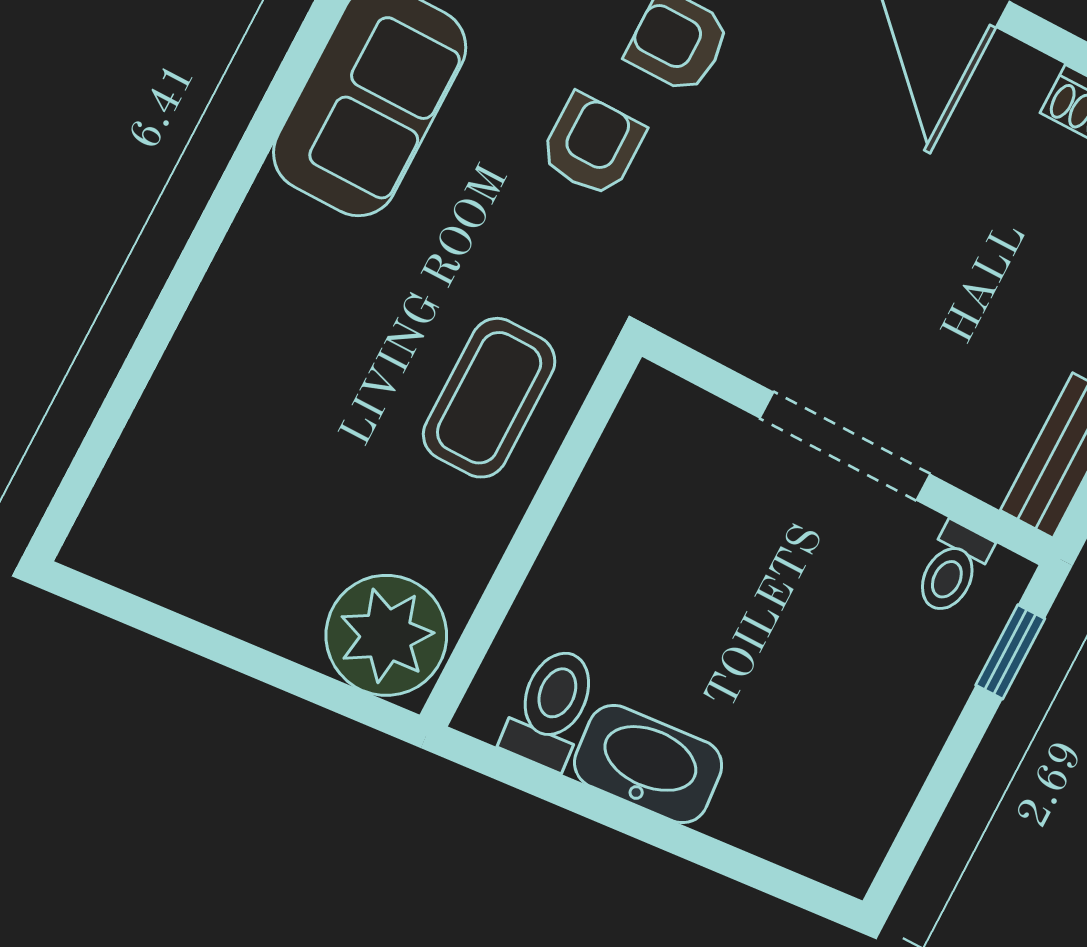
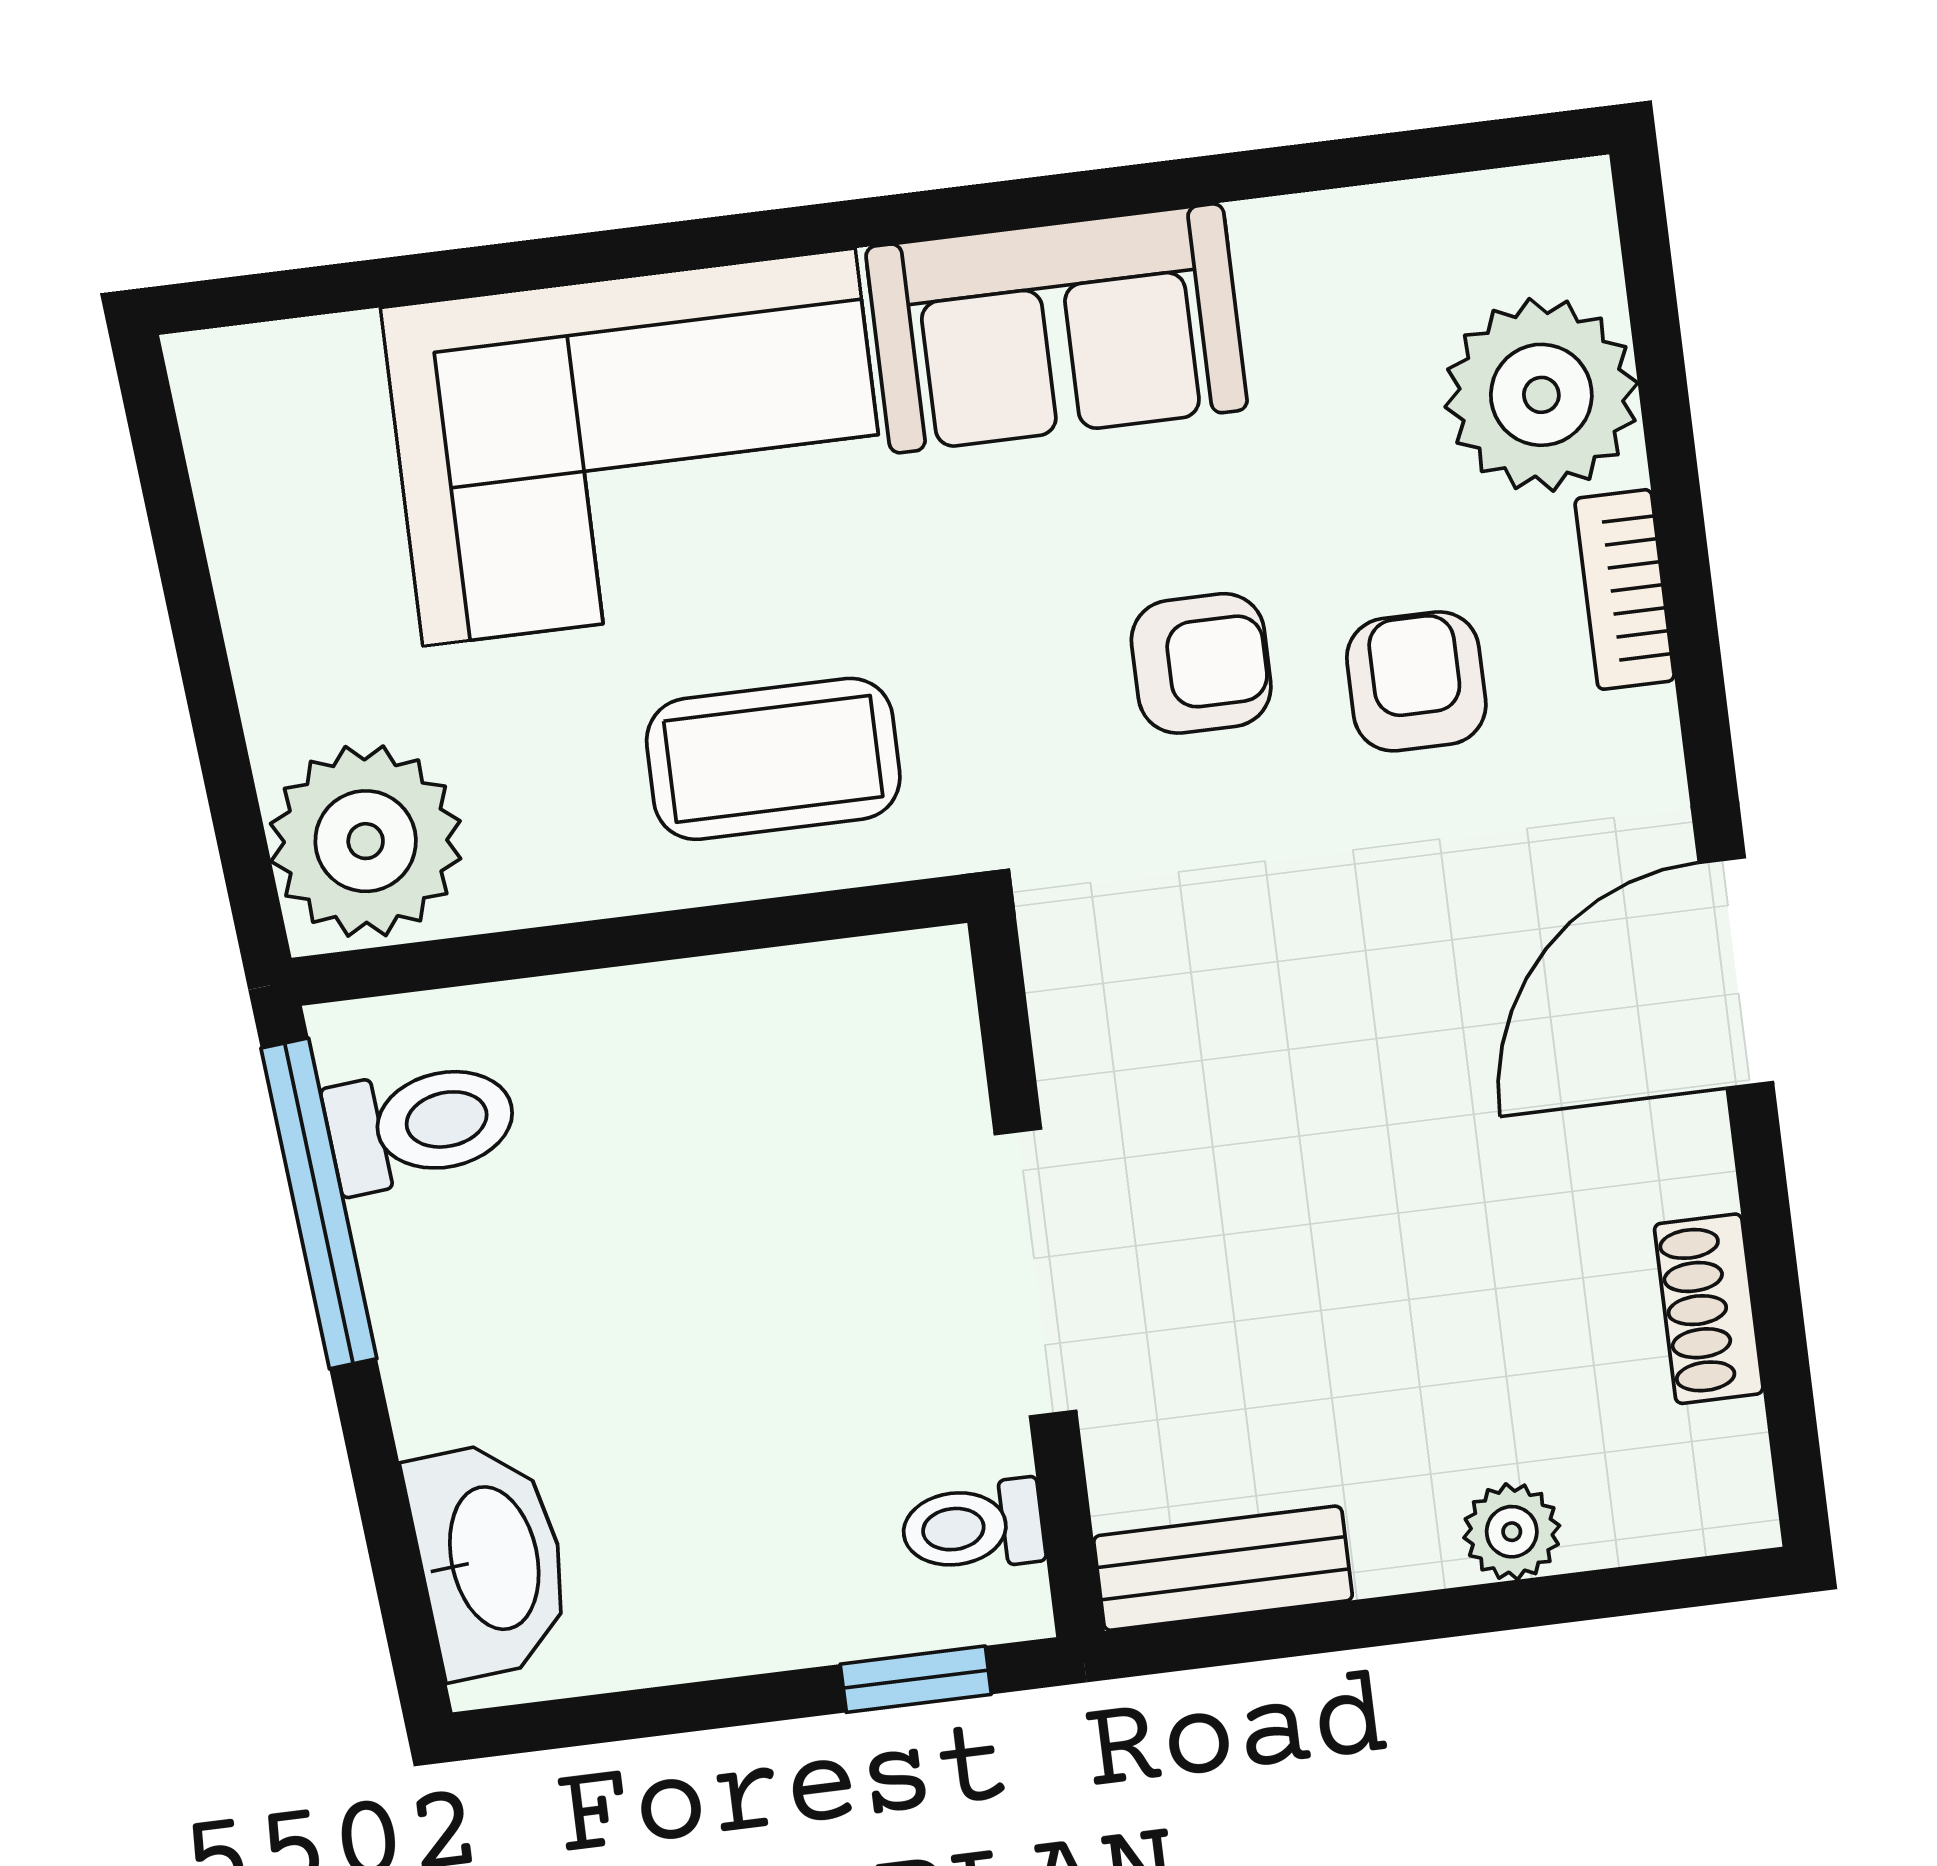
corner sofa: (282, 356) -> (639, 447), added
washbasin: (648, 764) -> (490, 1559), moved
window: (555, 788) -> (319, 1203), added

